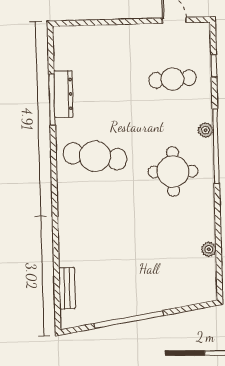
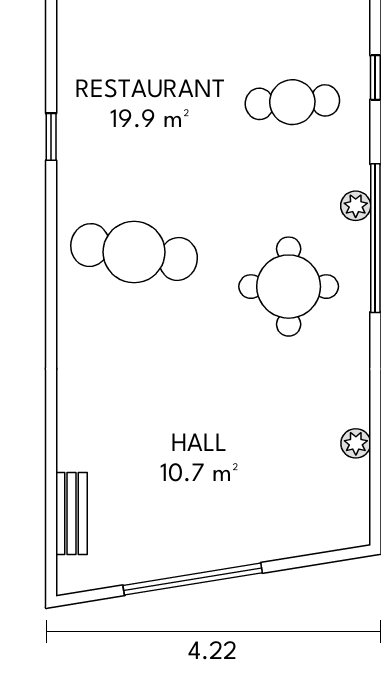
dresser: (63, 94) -> (74, 126), removed
window: (52, 100) -> (51, 137), width x0.46

